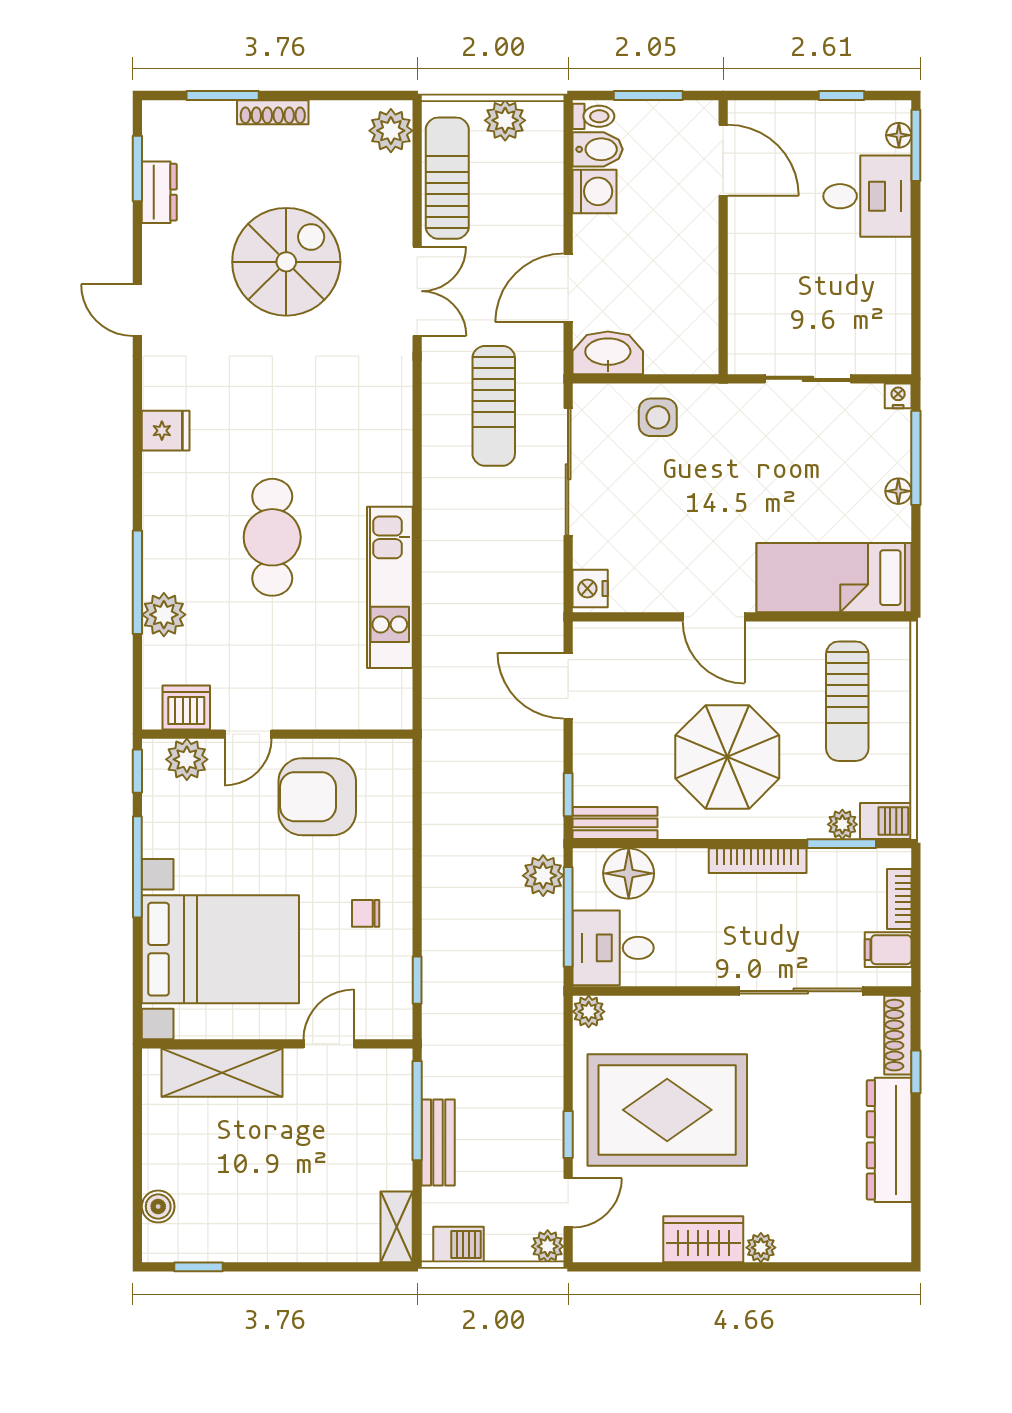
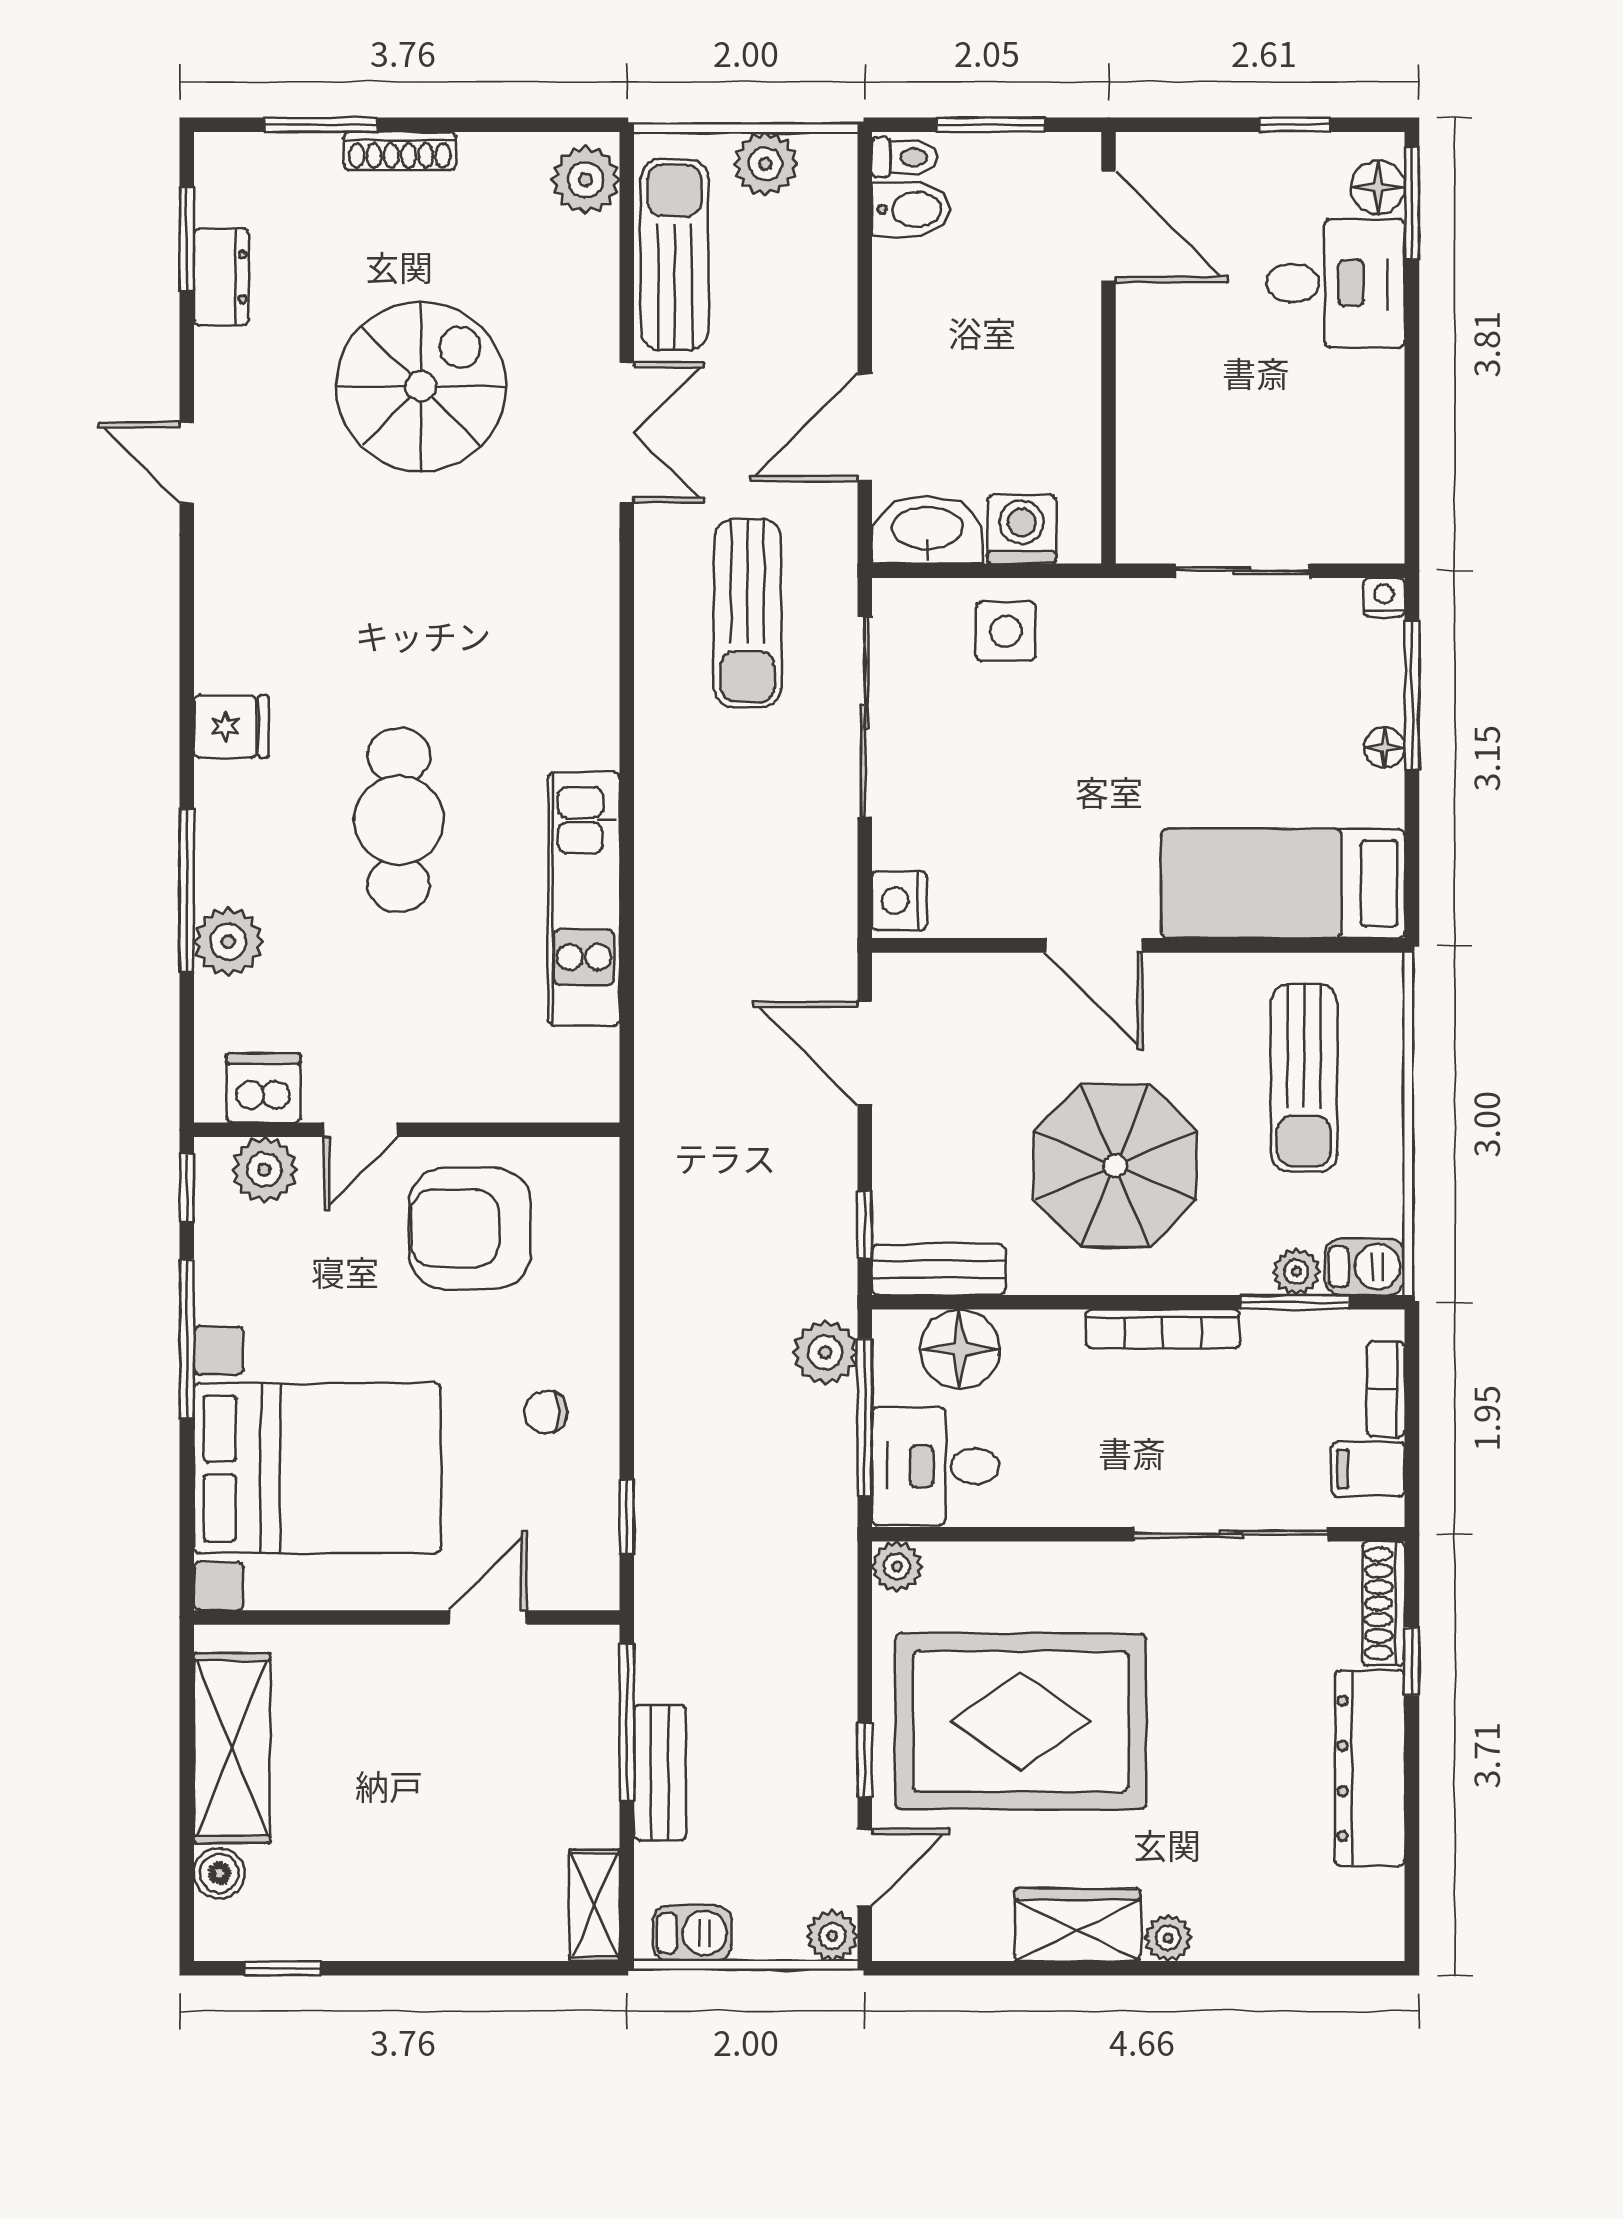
floor lamp: (899, 135) -> (1378, 187), width x1.37, depth x1.37
washing machine: (595, 191) -> (1022, 529), moved, turned -90
fridge: (166, 431) -> (231, 727), moved
shelving: (222, 1073) -> (232, 1748), moved, turned 90

